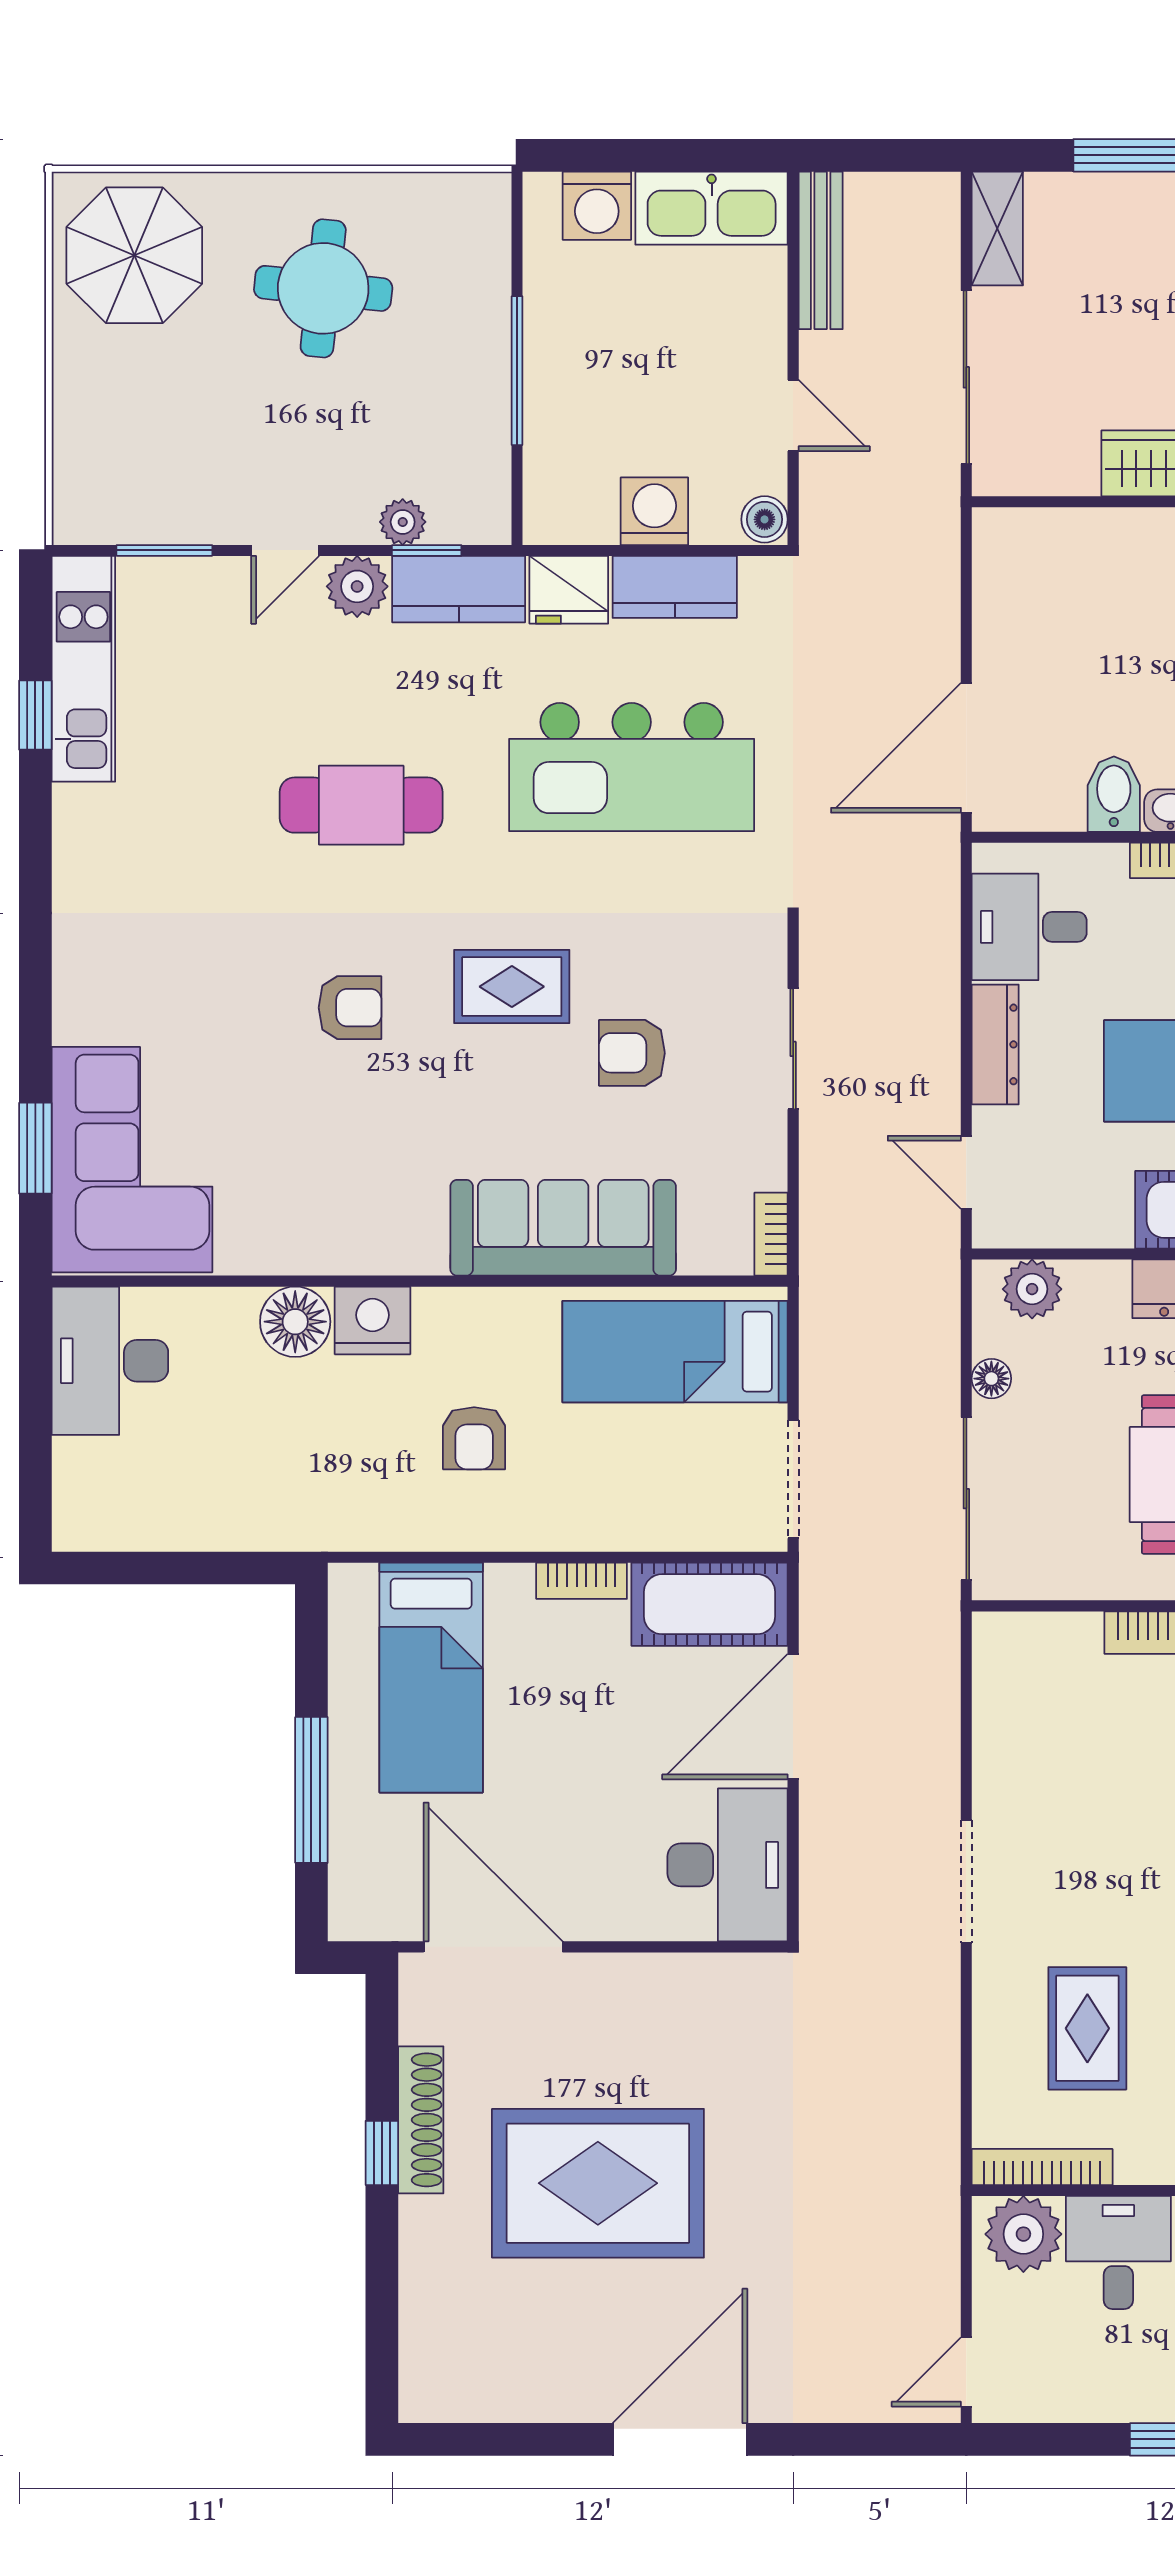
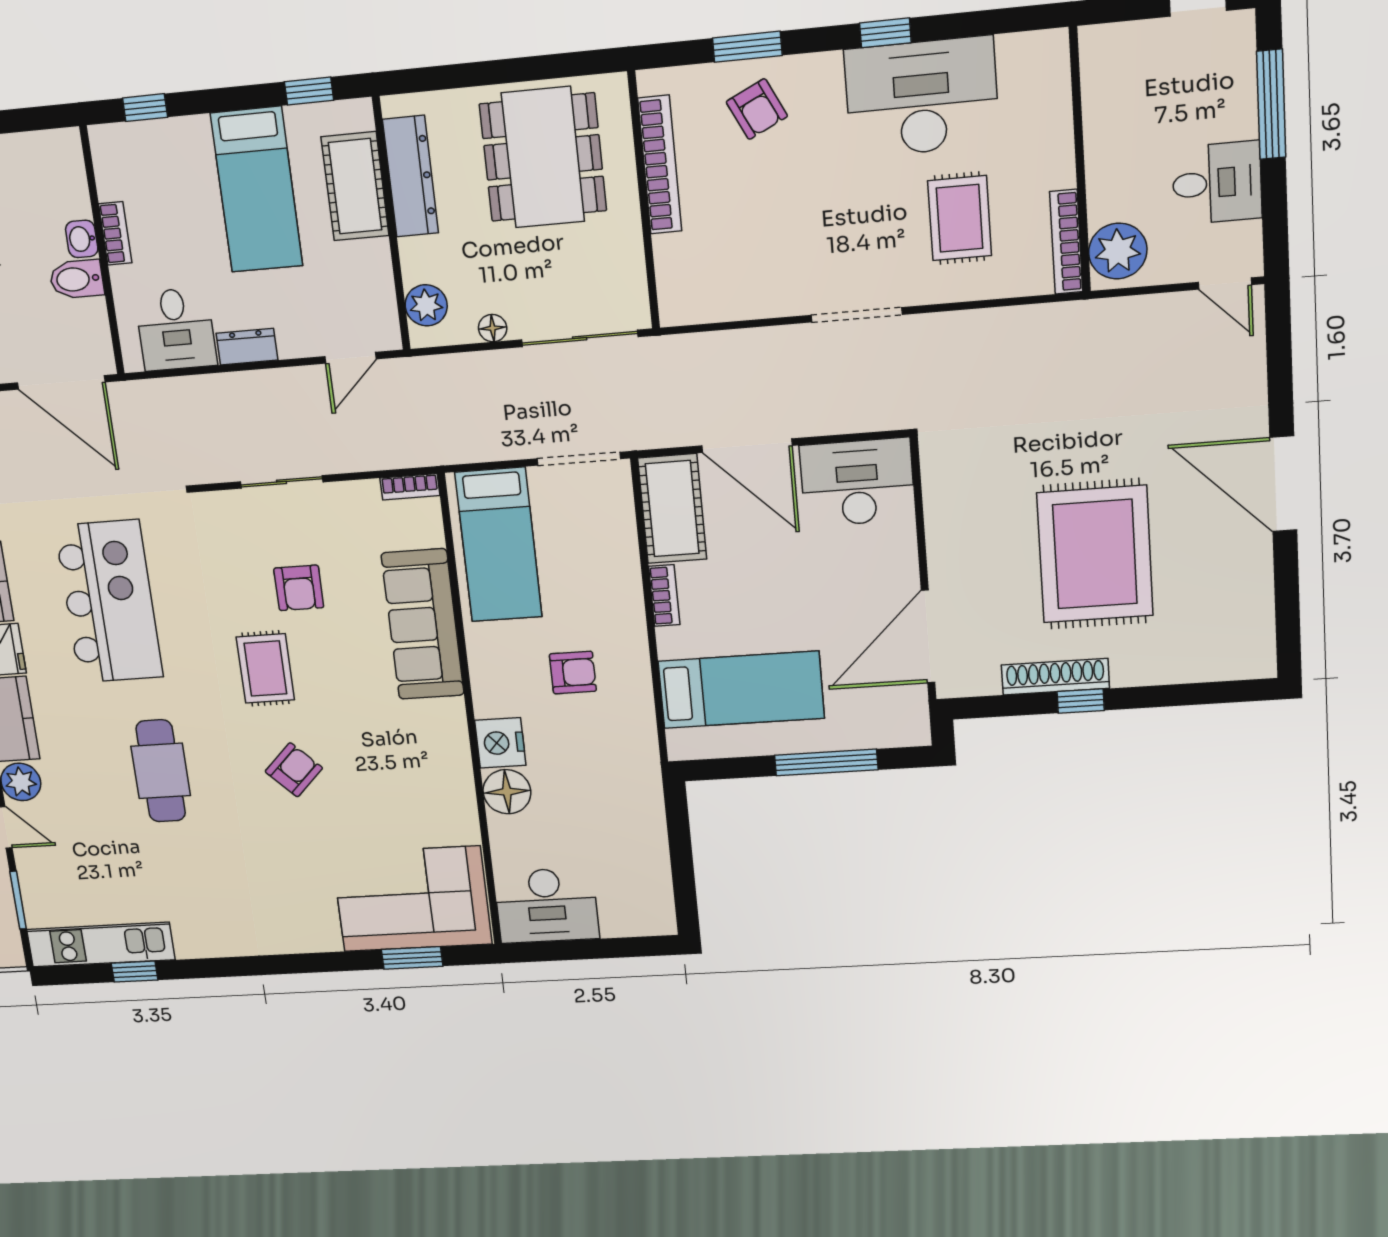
armchair: (350, 1008) -> (294, 770), turned 45
dresser: (995, 1044) -> (247, 347), width x0.70
rug: (1087, 2028) -> (960, 218), turned 90
desk: (1118, 2252) -> (1217, 183), moved, turned 180

